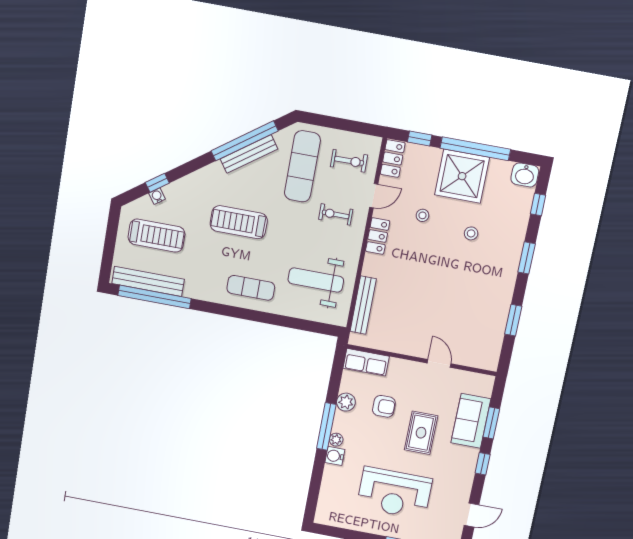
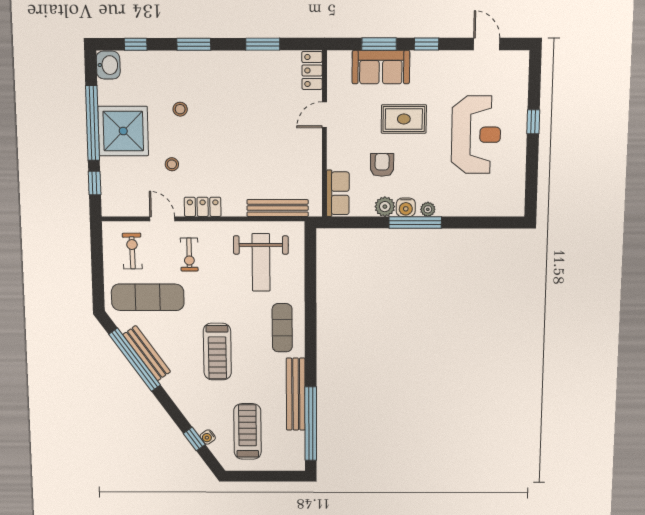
locker: (393, 159) -> (312, 70), moved, turned -90
bench: (148, 281) -> (296, 394), moved
water cooler: (335, 456) -> (406, 207), moved

